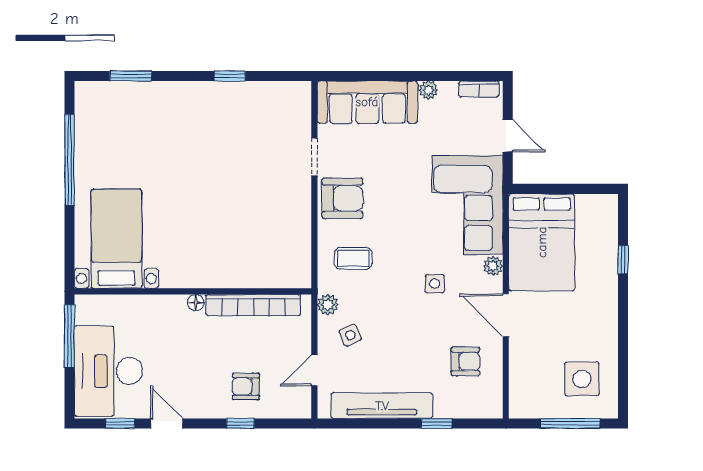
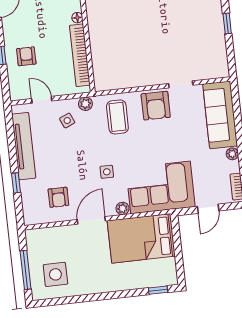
coffee table: (353, 258) -> (117, 117), width x1.36, depth x1.30
window: (623, 260) -> (158, 290), moved

